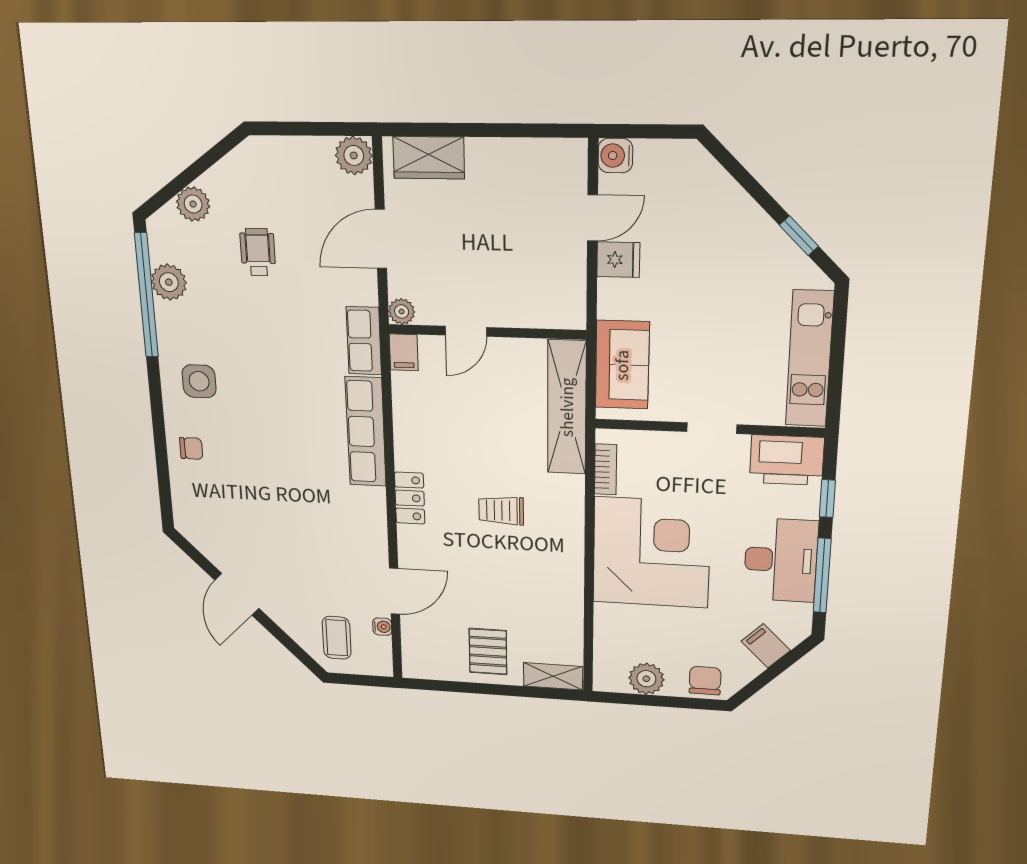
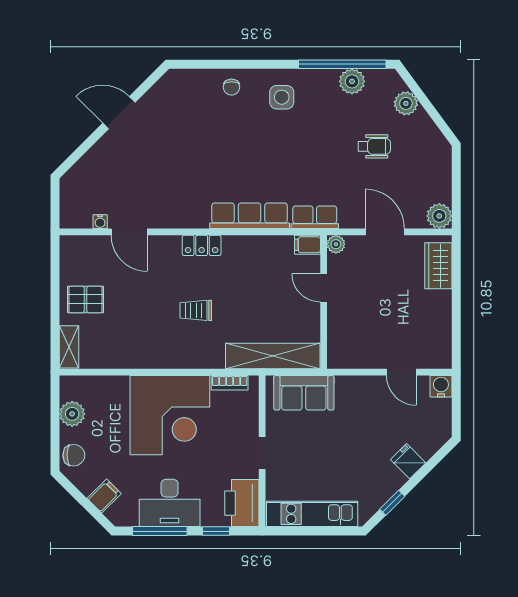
fridge: (618, 260) -> (408, 461), moved, turned 135
trolley: (501, 510) -> (196, 310), turned -90
coffee table: (337, 638) -> (89, 187), removed

